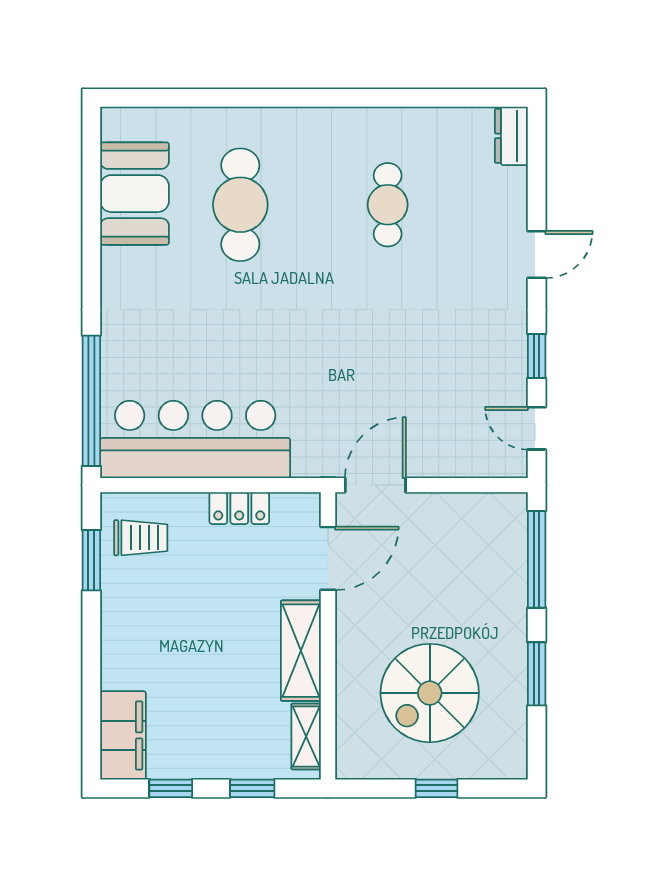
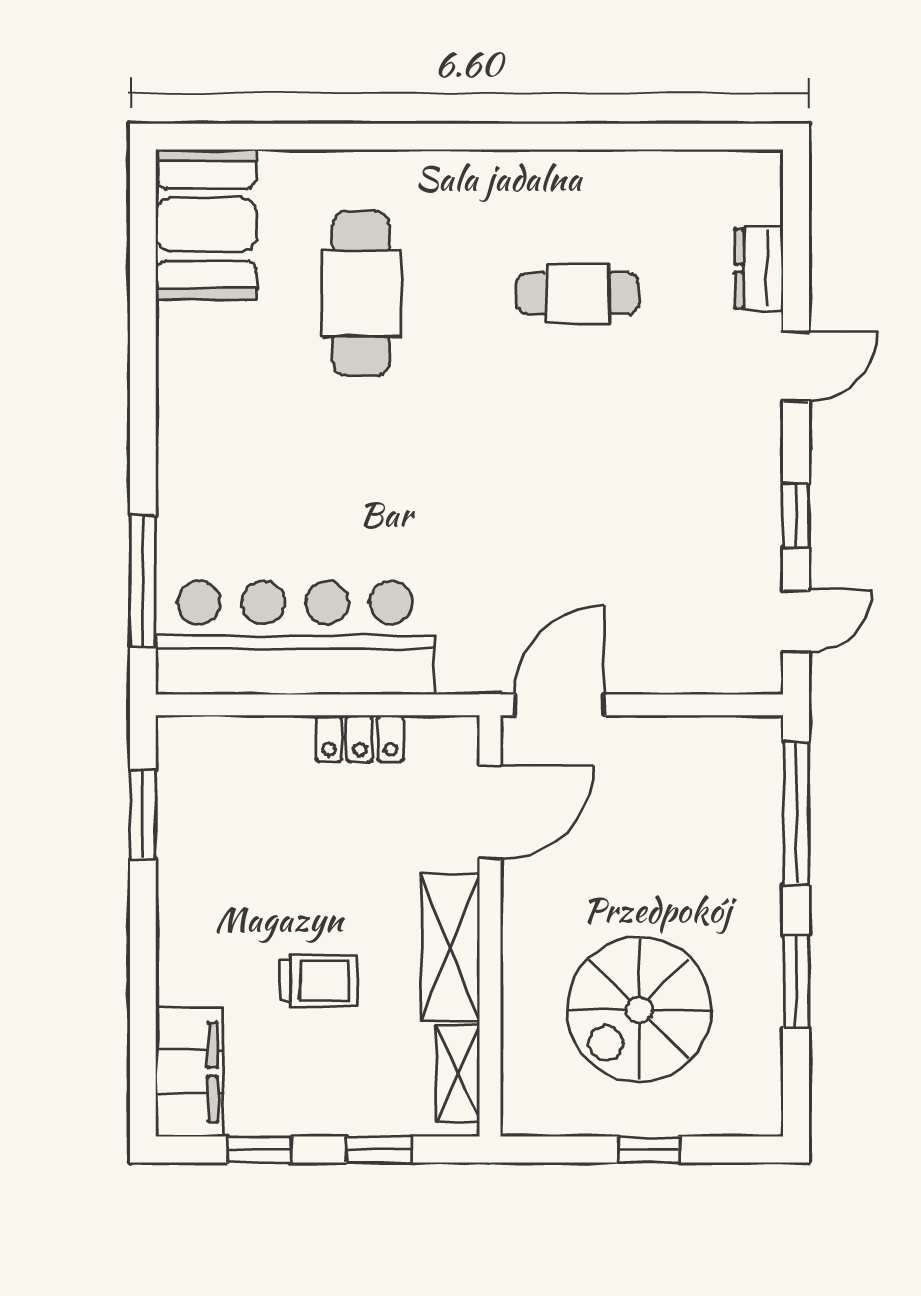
dresser: (511, 136) -> (759, 268), moved
booth: (135, 194) -> (206, 225), moved
cafe table: (388, 205) -> (577, 293), turned 90
window: (91, 401) -> (143, 581), width x0.68
door: (537, 428) -> (796, 621), swing flipped
trolley: (141, 538) -> (319, 981), moved

